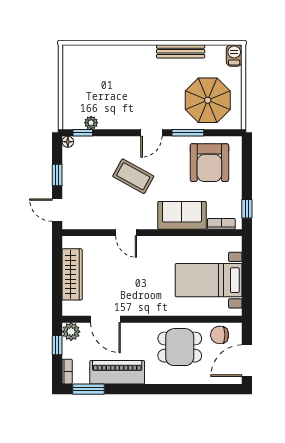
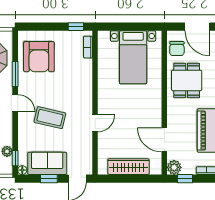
armchair: (209, 163) -> (39, 57), turned 90
coffee table: (133, 176) -> (50, 118), turned 74
sofa: (182, 215) -> (47, 163), moved, turned 90
door: (105, 319) -> (164, 140), swing flipped

